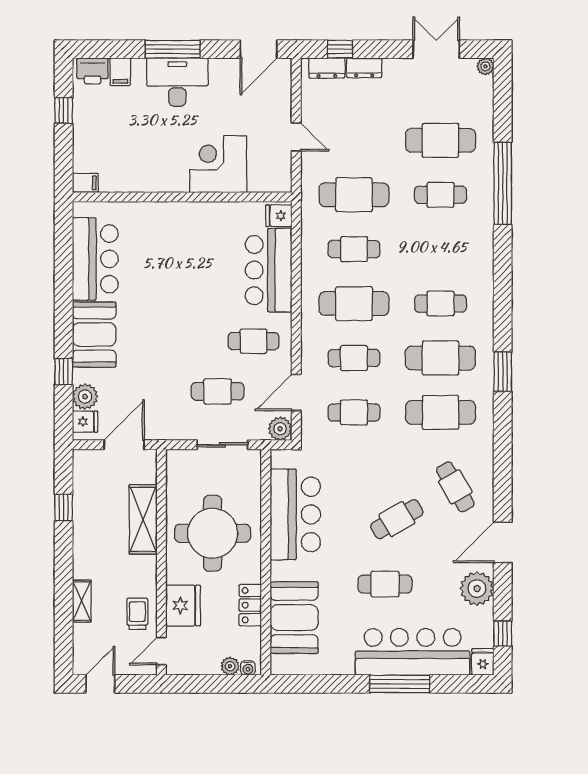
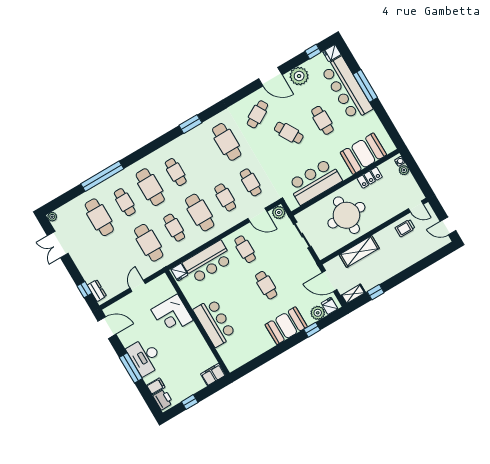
dresser: (364, 68) -> (86, 273), removed
filing cabinet: (85, 183) -> (213, 375), width x2.00
bar counter: (95, 259) -> (215, 322), moved, turned 90
cafe table: (441, 358) -> (150, 187), moved
cafe table: (218, 391) -> (266, 285), moved
shelving: (82, 601) -> (353, 294), moved
fridge: (183, 605) -> (388, 209), removed

